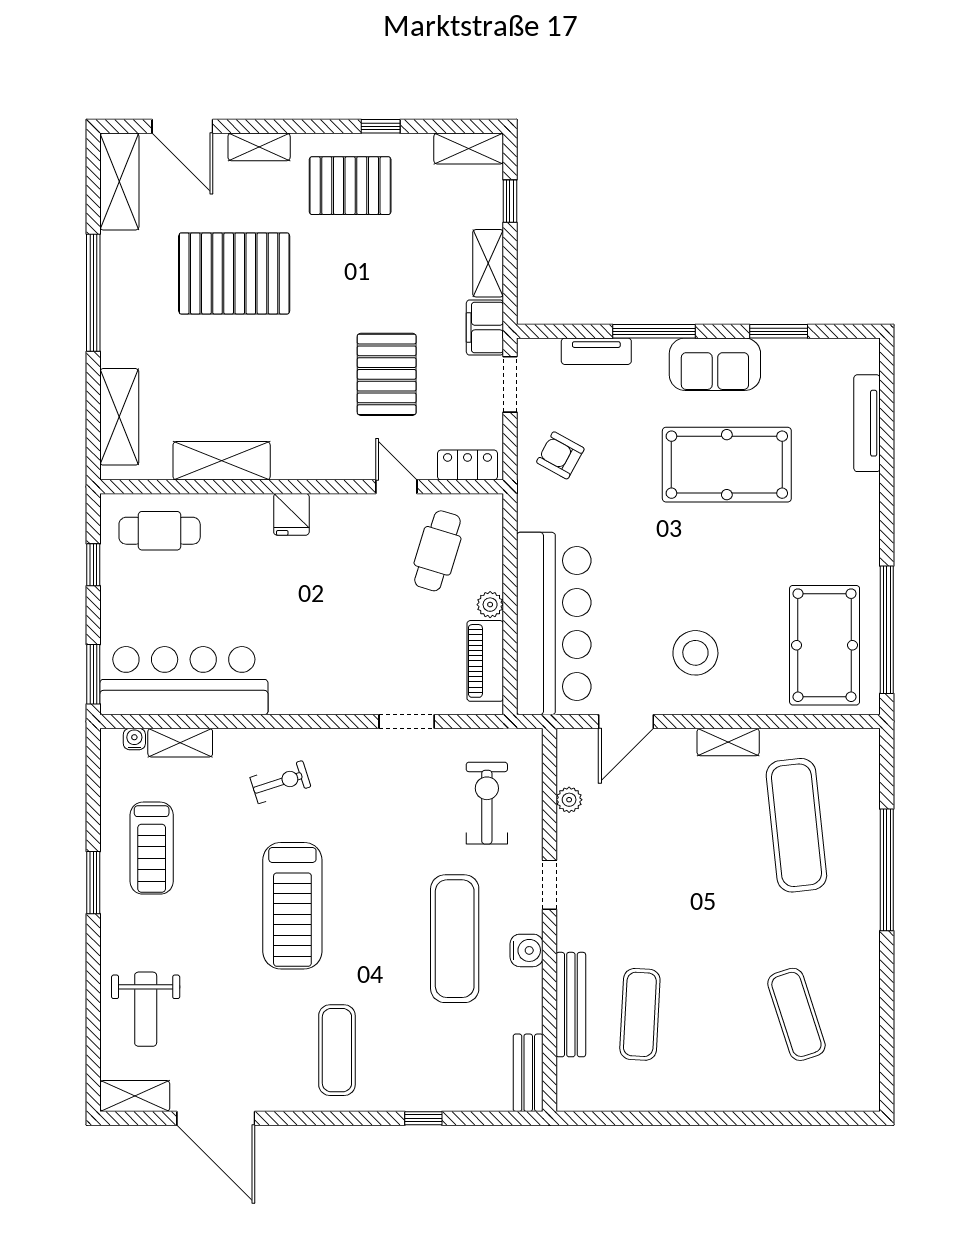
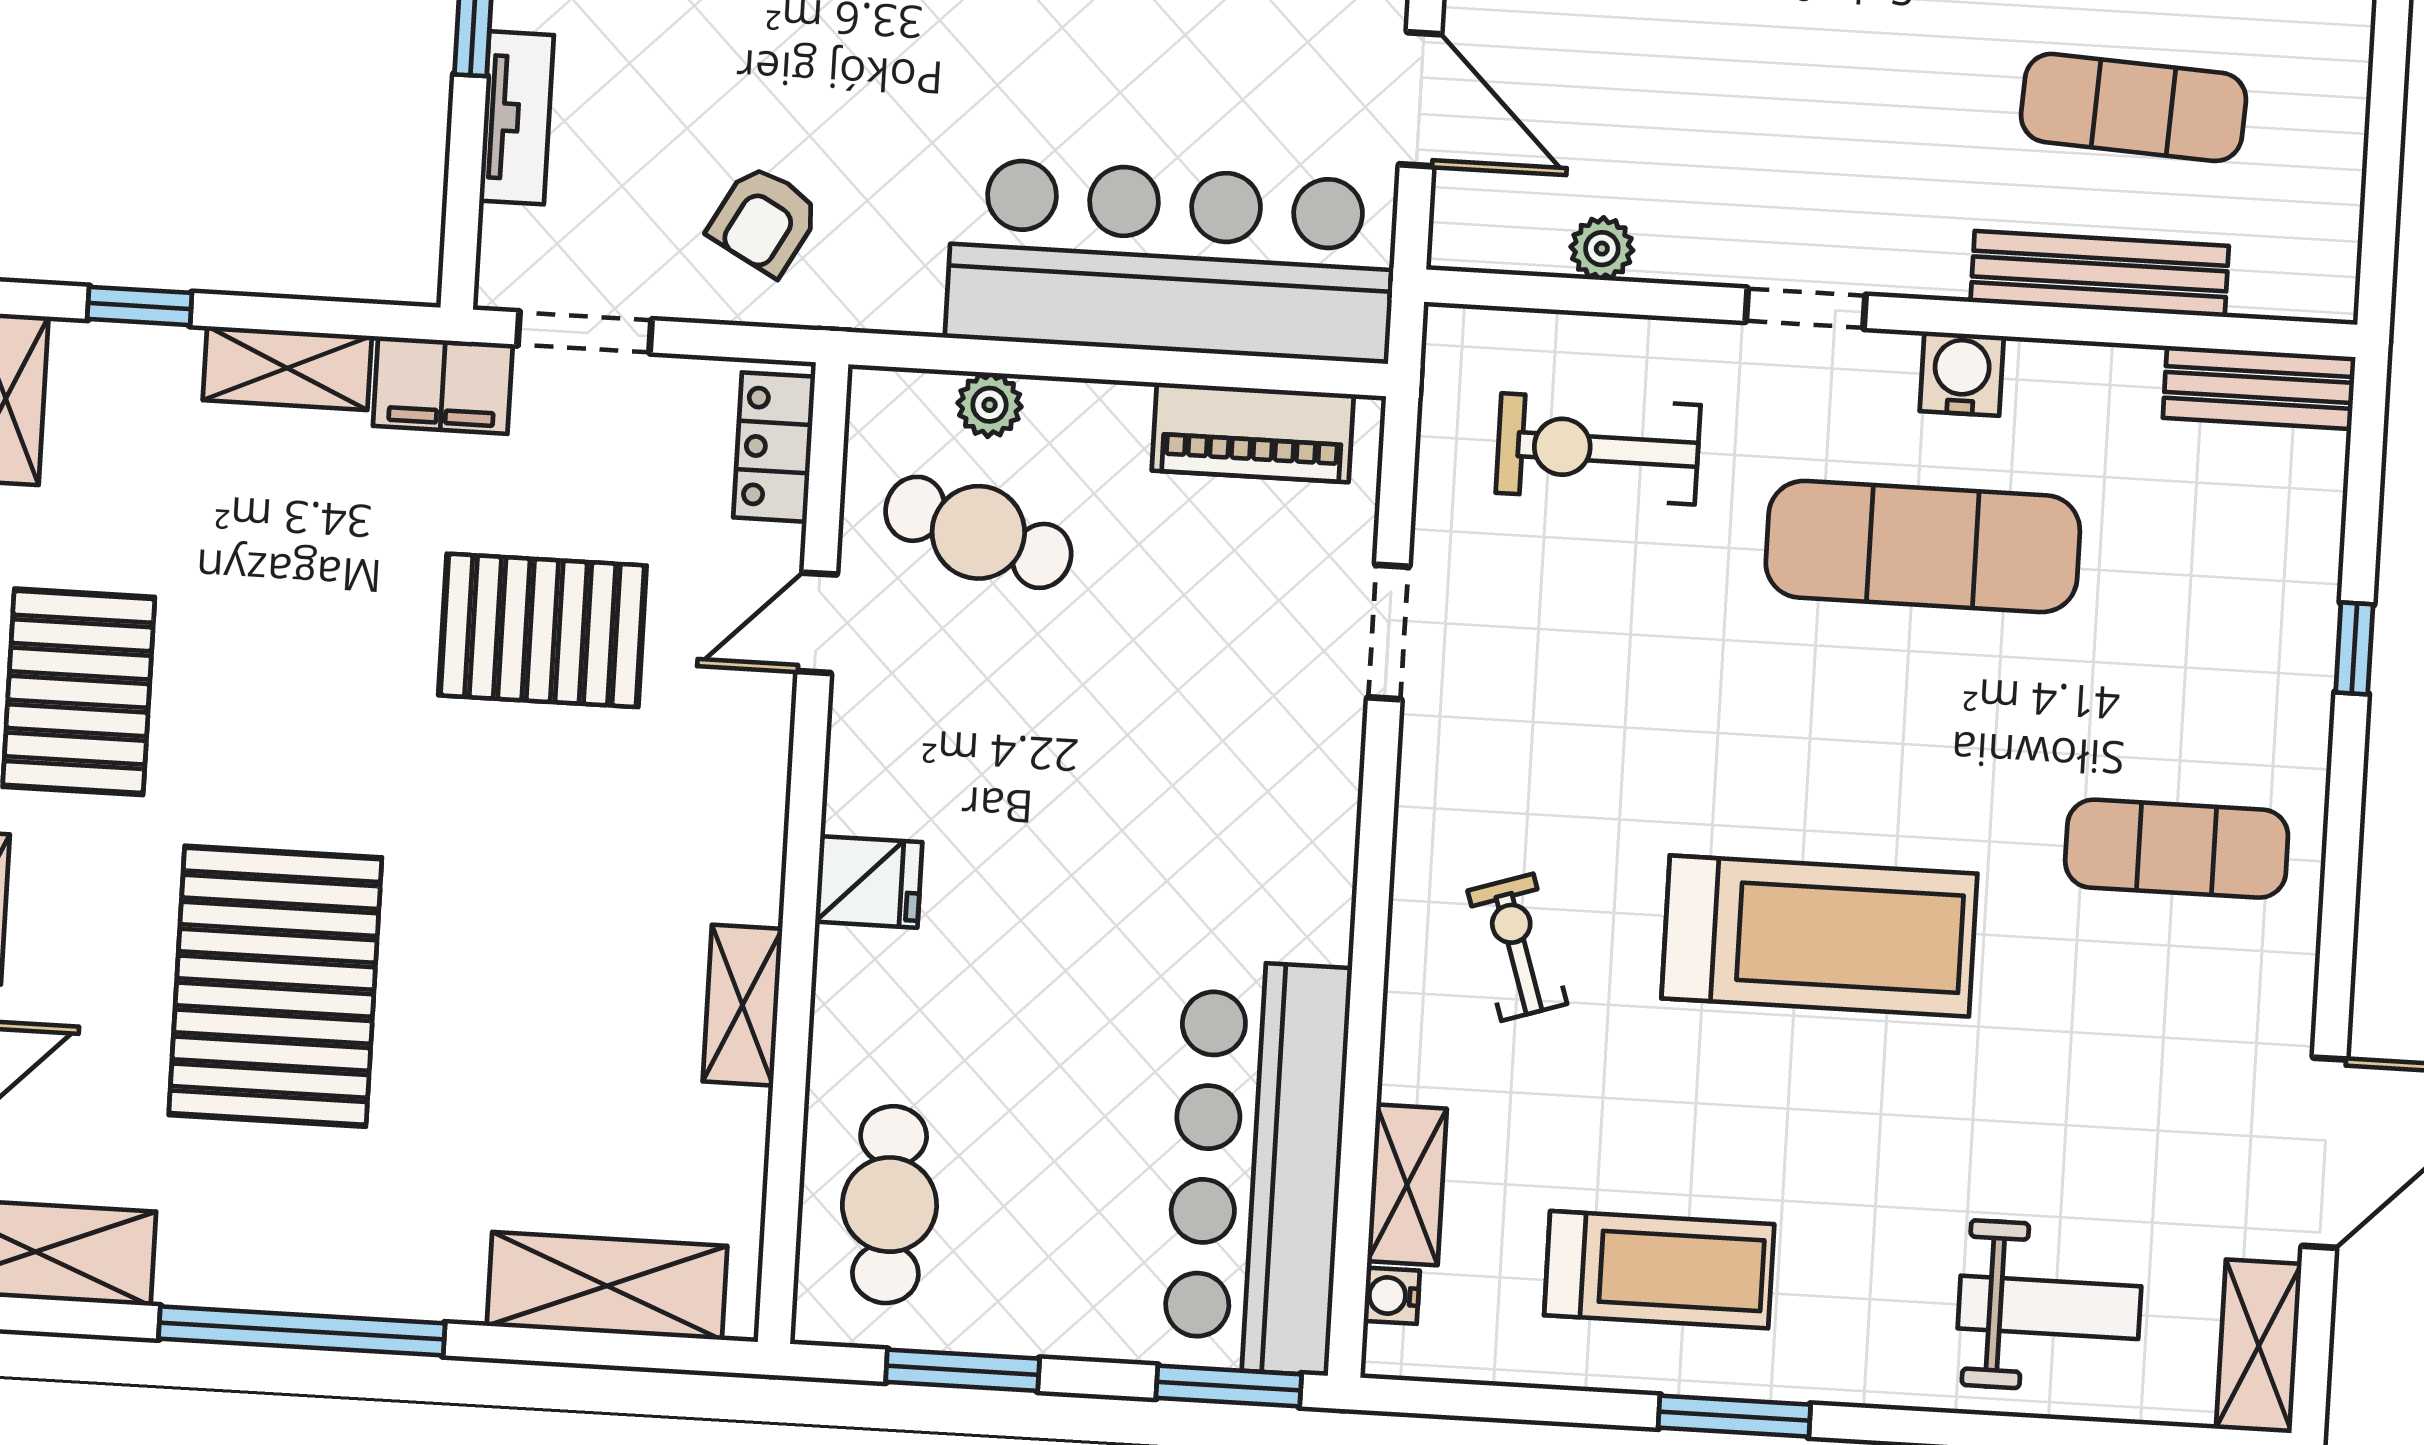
shelving: (222, 461) -> (742, 1005), width x0.67, depth x0.75
window: (93, 565) -> (963, 1370), width x1.50
plant: (490, 605) -> (990, 405), moved

